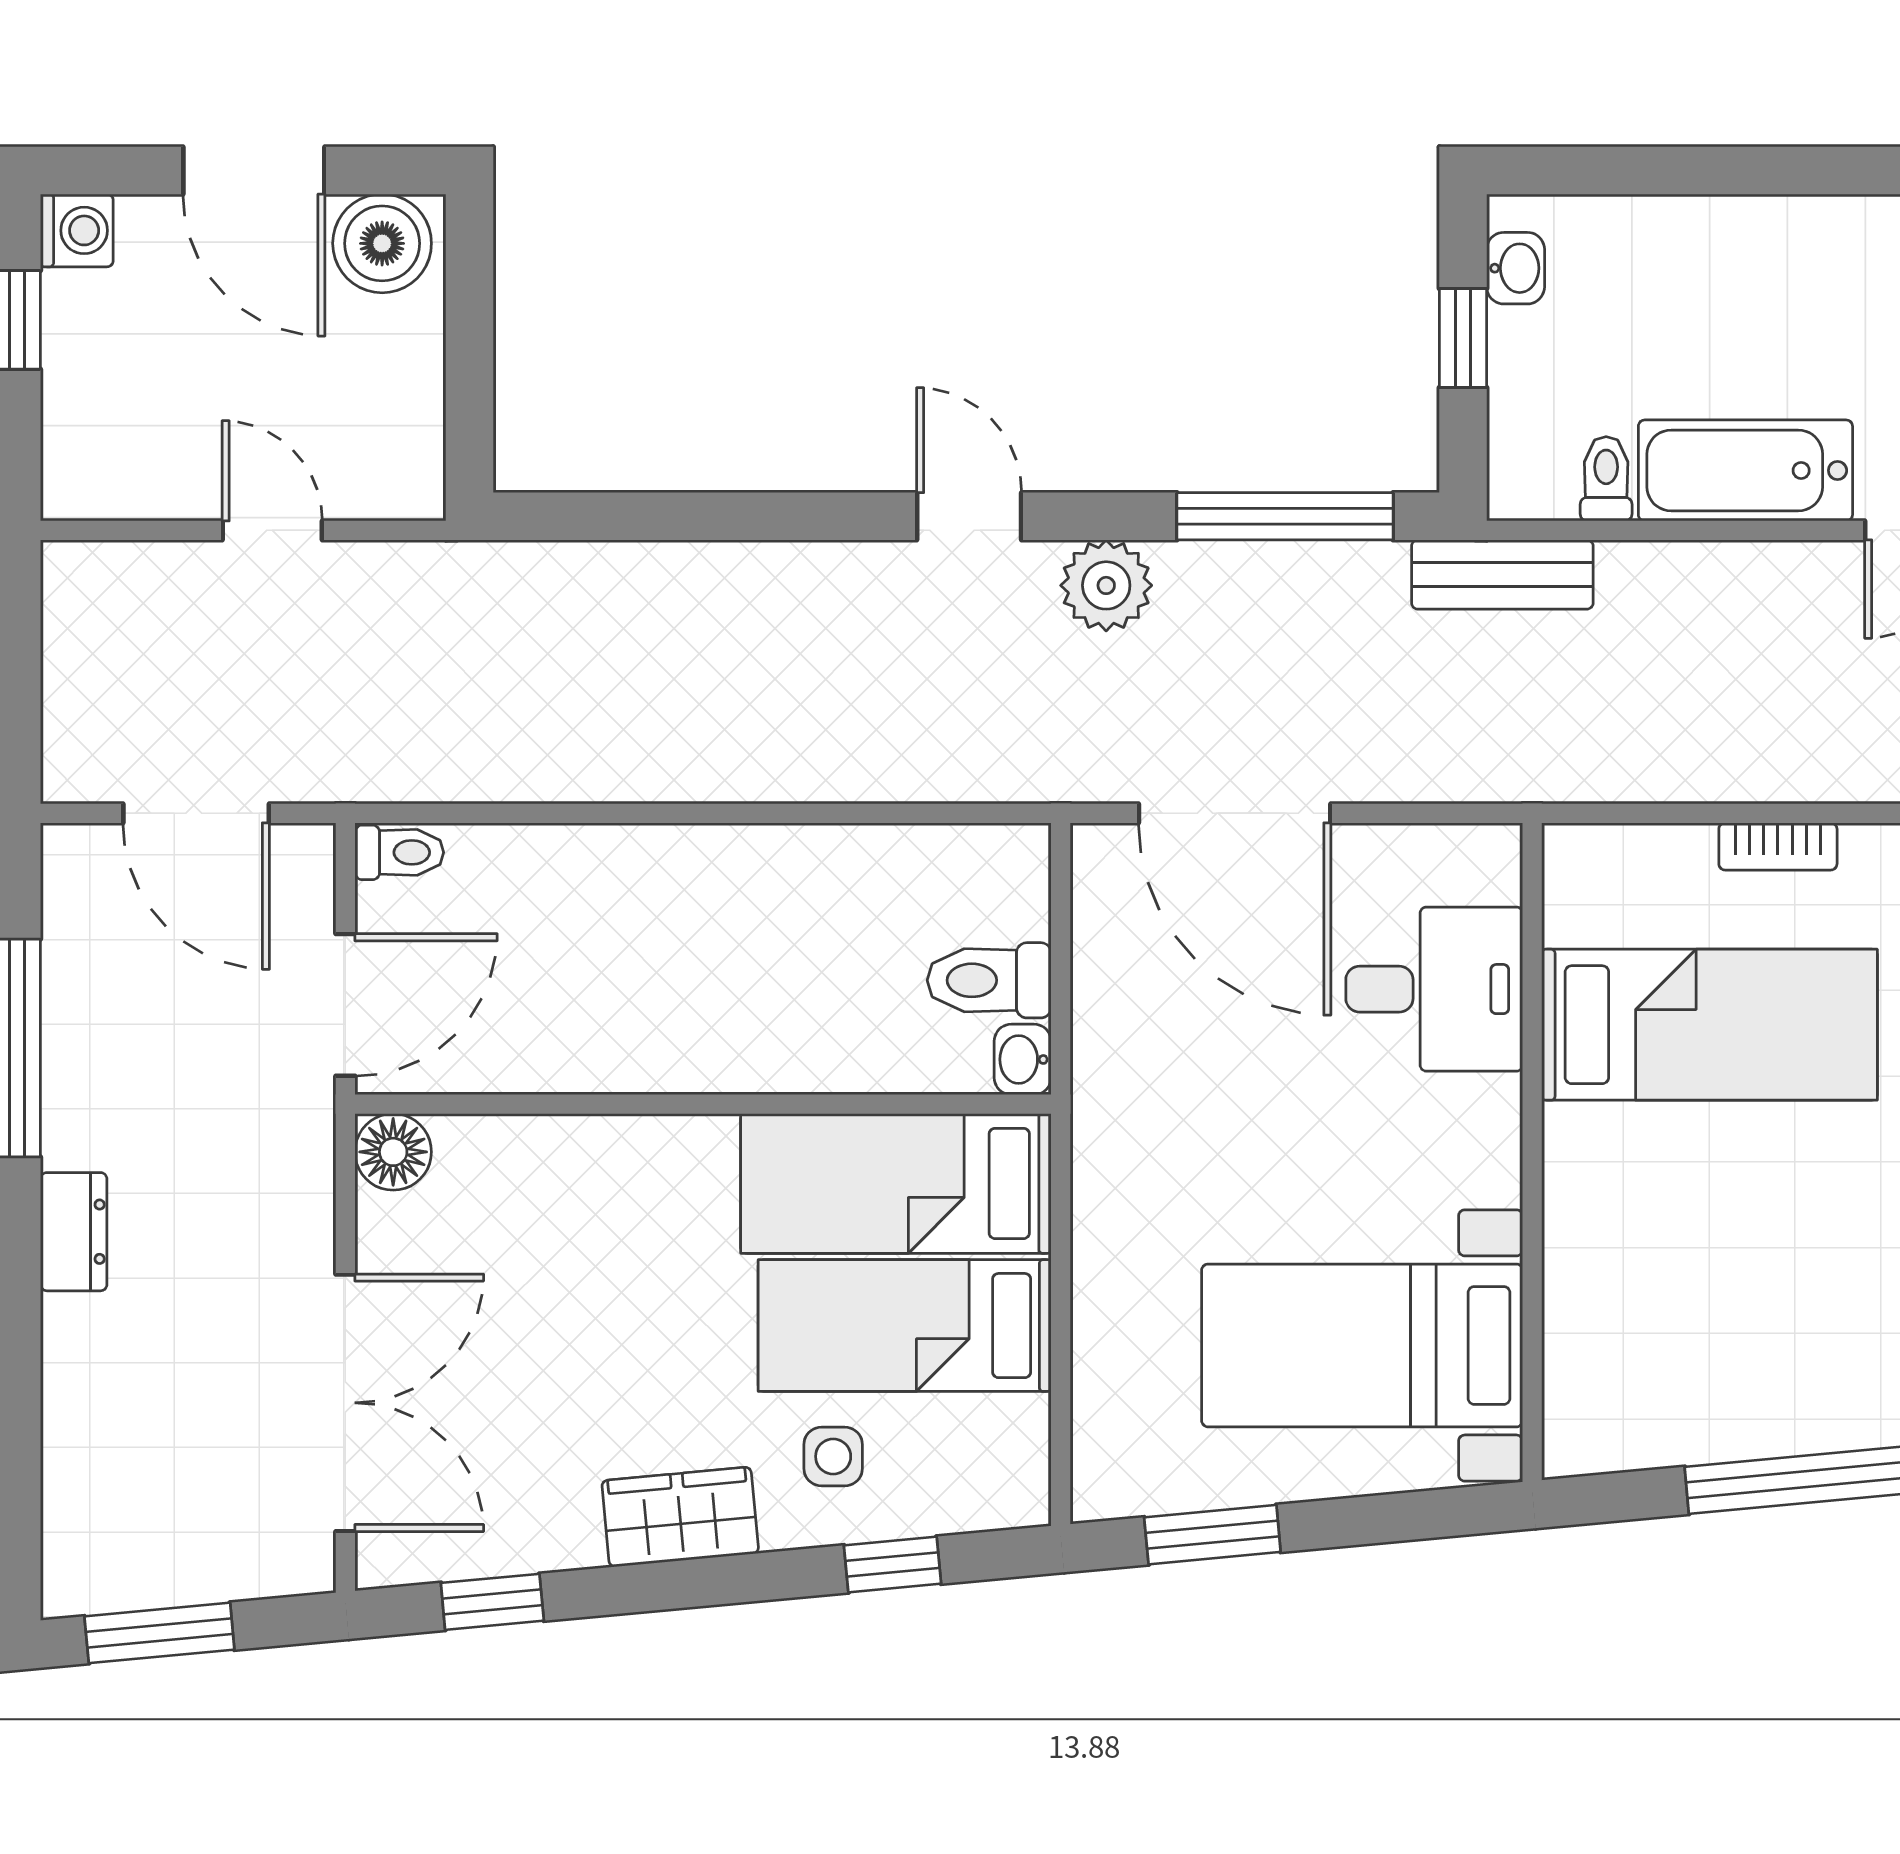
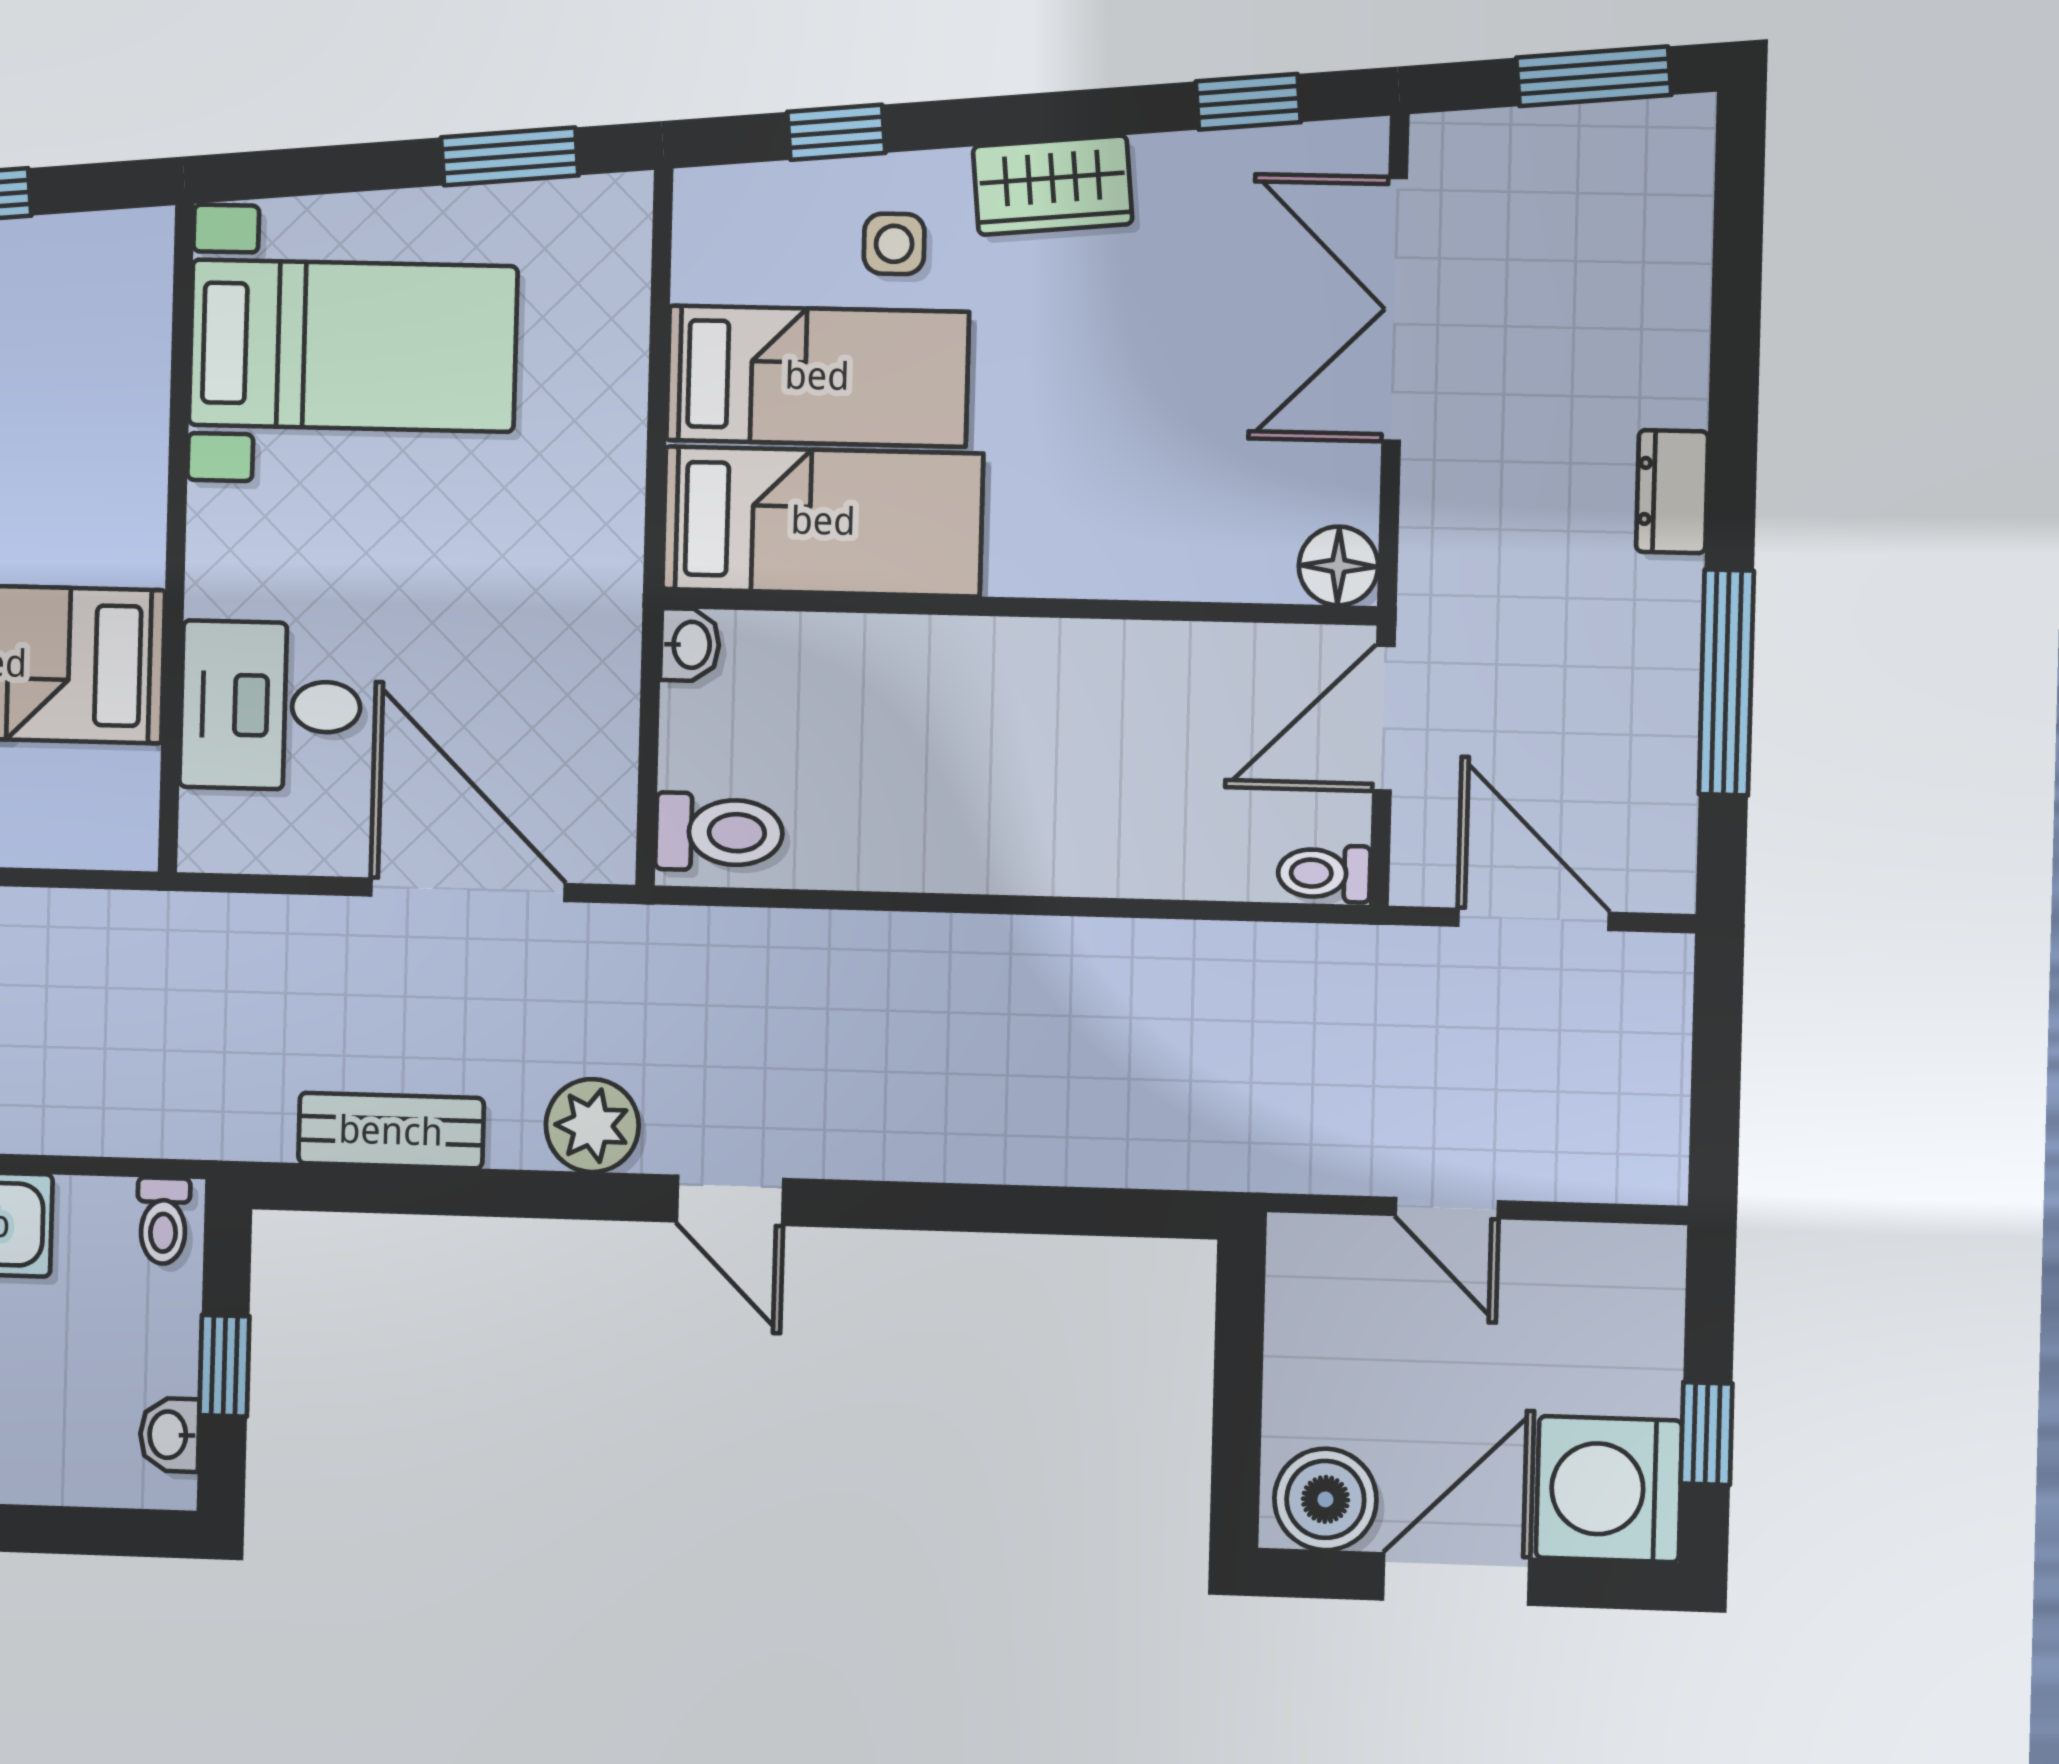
door: (254, 170) -> (1456, 1579), hinge flipped
washing machine: (77, 230) -> (1609, 1489), width x1.89, depth x1.89
toilet: (1606, 479) -> (163, 1221), moved
window: (1285, 516) -> (409, 1190), removed
bench: (1502, 575) -> (391, 1131), moved
toilet: (989, 980) -> (719, 832), moved

